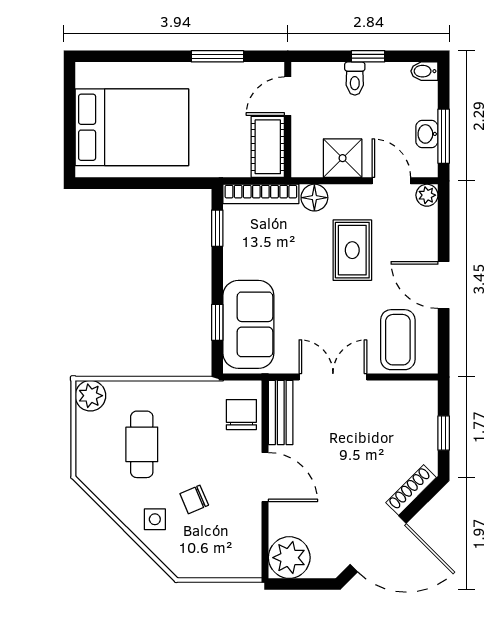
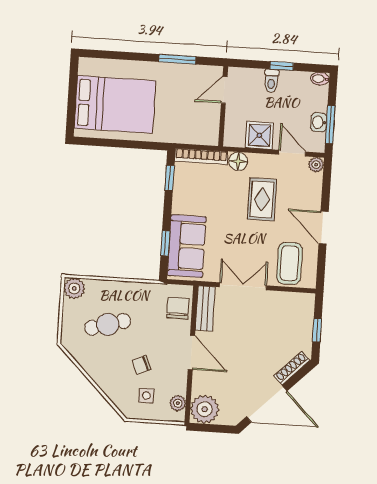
cot: (268, 147) -> (208, 124), removed
cafe table: (142, 444) -> (108, 324), turned 74
side table: (155, 519) -> (146, 396), moved
plant: (250, 551) -> (178, 403), added

